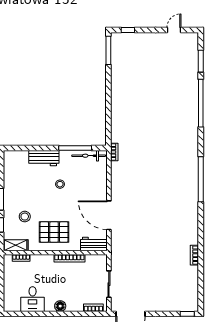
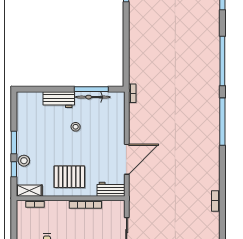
window: (201, 103) -> (222, 61), moved
bicycle: (89, 156) -> (93, 97), moved
door: (109, 215) -> (127, 159), swing flipped
stool: (25, 217) -> (24, 161), moved

